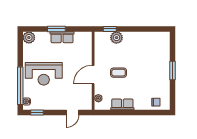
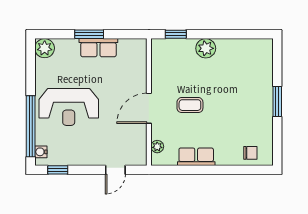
plant: (116, 38) -> (206, 48), moved

